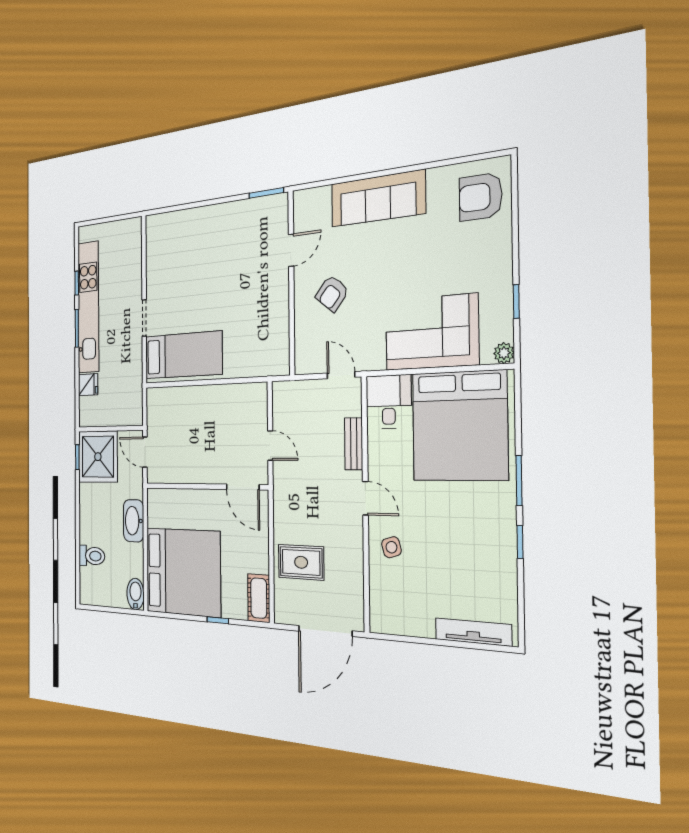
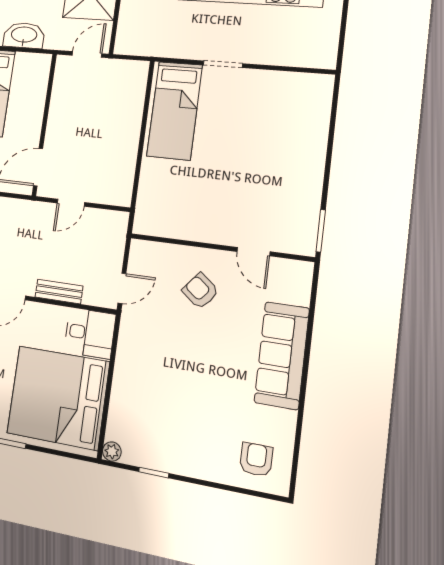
armchair: (480, 197) -> (256, 460), width x0.72, depth x0.72
corner sofa: (431, 332) -> (143, 387), removed

